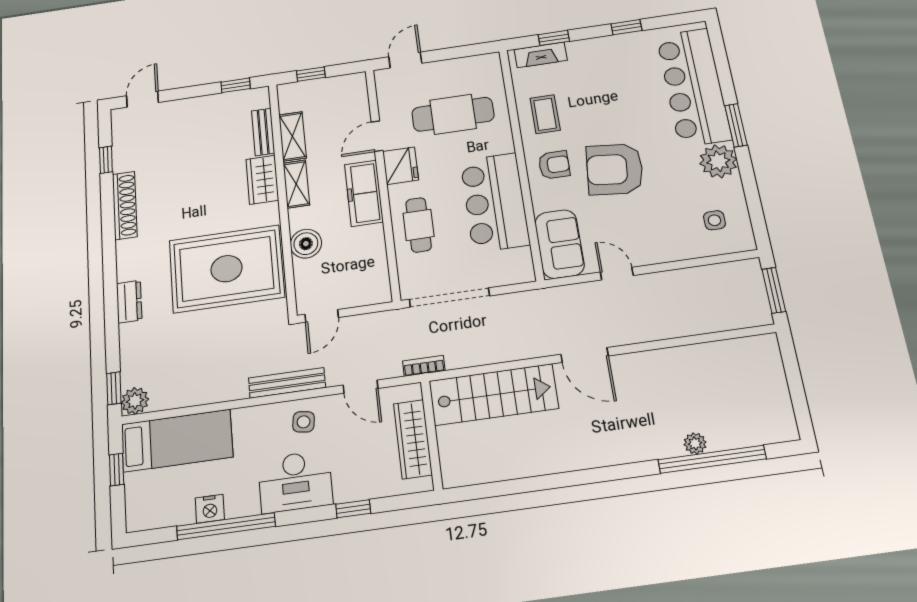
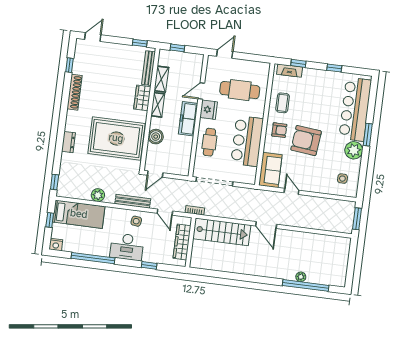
bench: (263, 132) -> (148, 68), width x1.36
plant: (135, 401) -> (98, 195), moved
nightstand: (210, 509) -> (56, 245), moved

